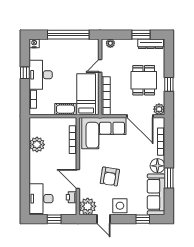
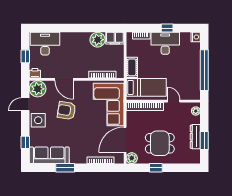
dresser: (151, 44) -> (195, 137), moved
filing cabinet: (35, 127) -> (115, 38), added
floor lamp: (157, 166) -> (77, 157), removed
door: (78, 179) -> (64, 79), swing flipped
printer: (71, 197) -> (35, 73), moved

